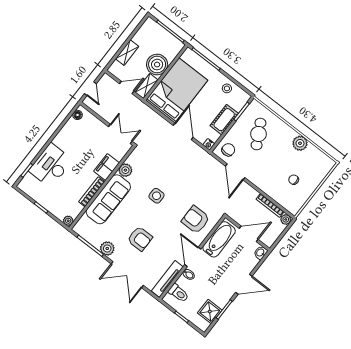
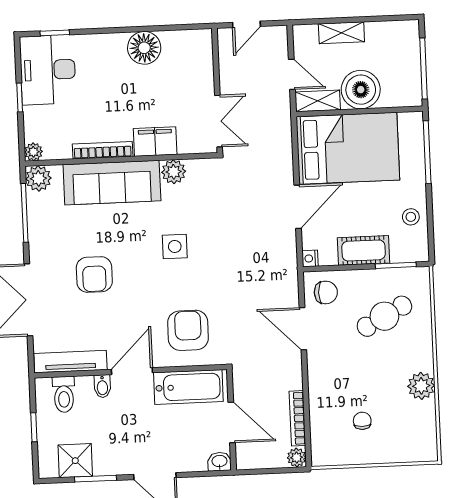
floor lamp: (78, 115) -> (144, 48), moved, width x1.89, depth x1.89
desk: (51, 165) -> (48, 70), moved, turned -90
door: (235, 172) -> (303, 329), hinge flipped
plant: (107, 248) -> (38, 178), moved

